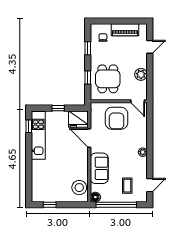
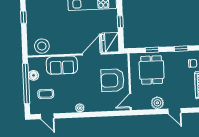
door: (150, 47) -> (174, 111), moved
dining table: (108, 79) -> (152, 70), turned 90
floor lamp: (95, 197) -> (34, 75), moved

